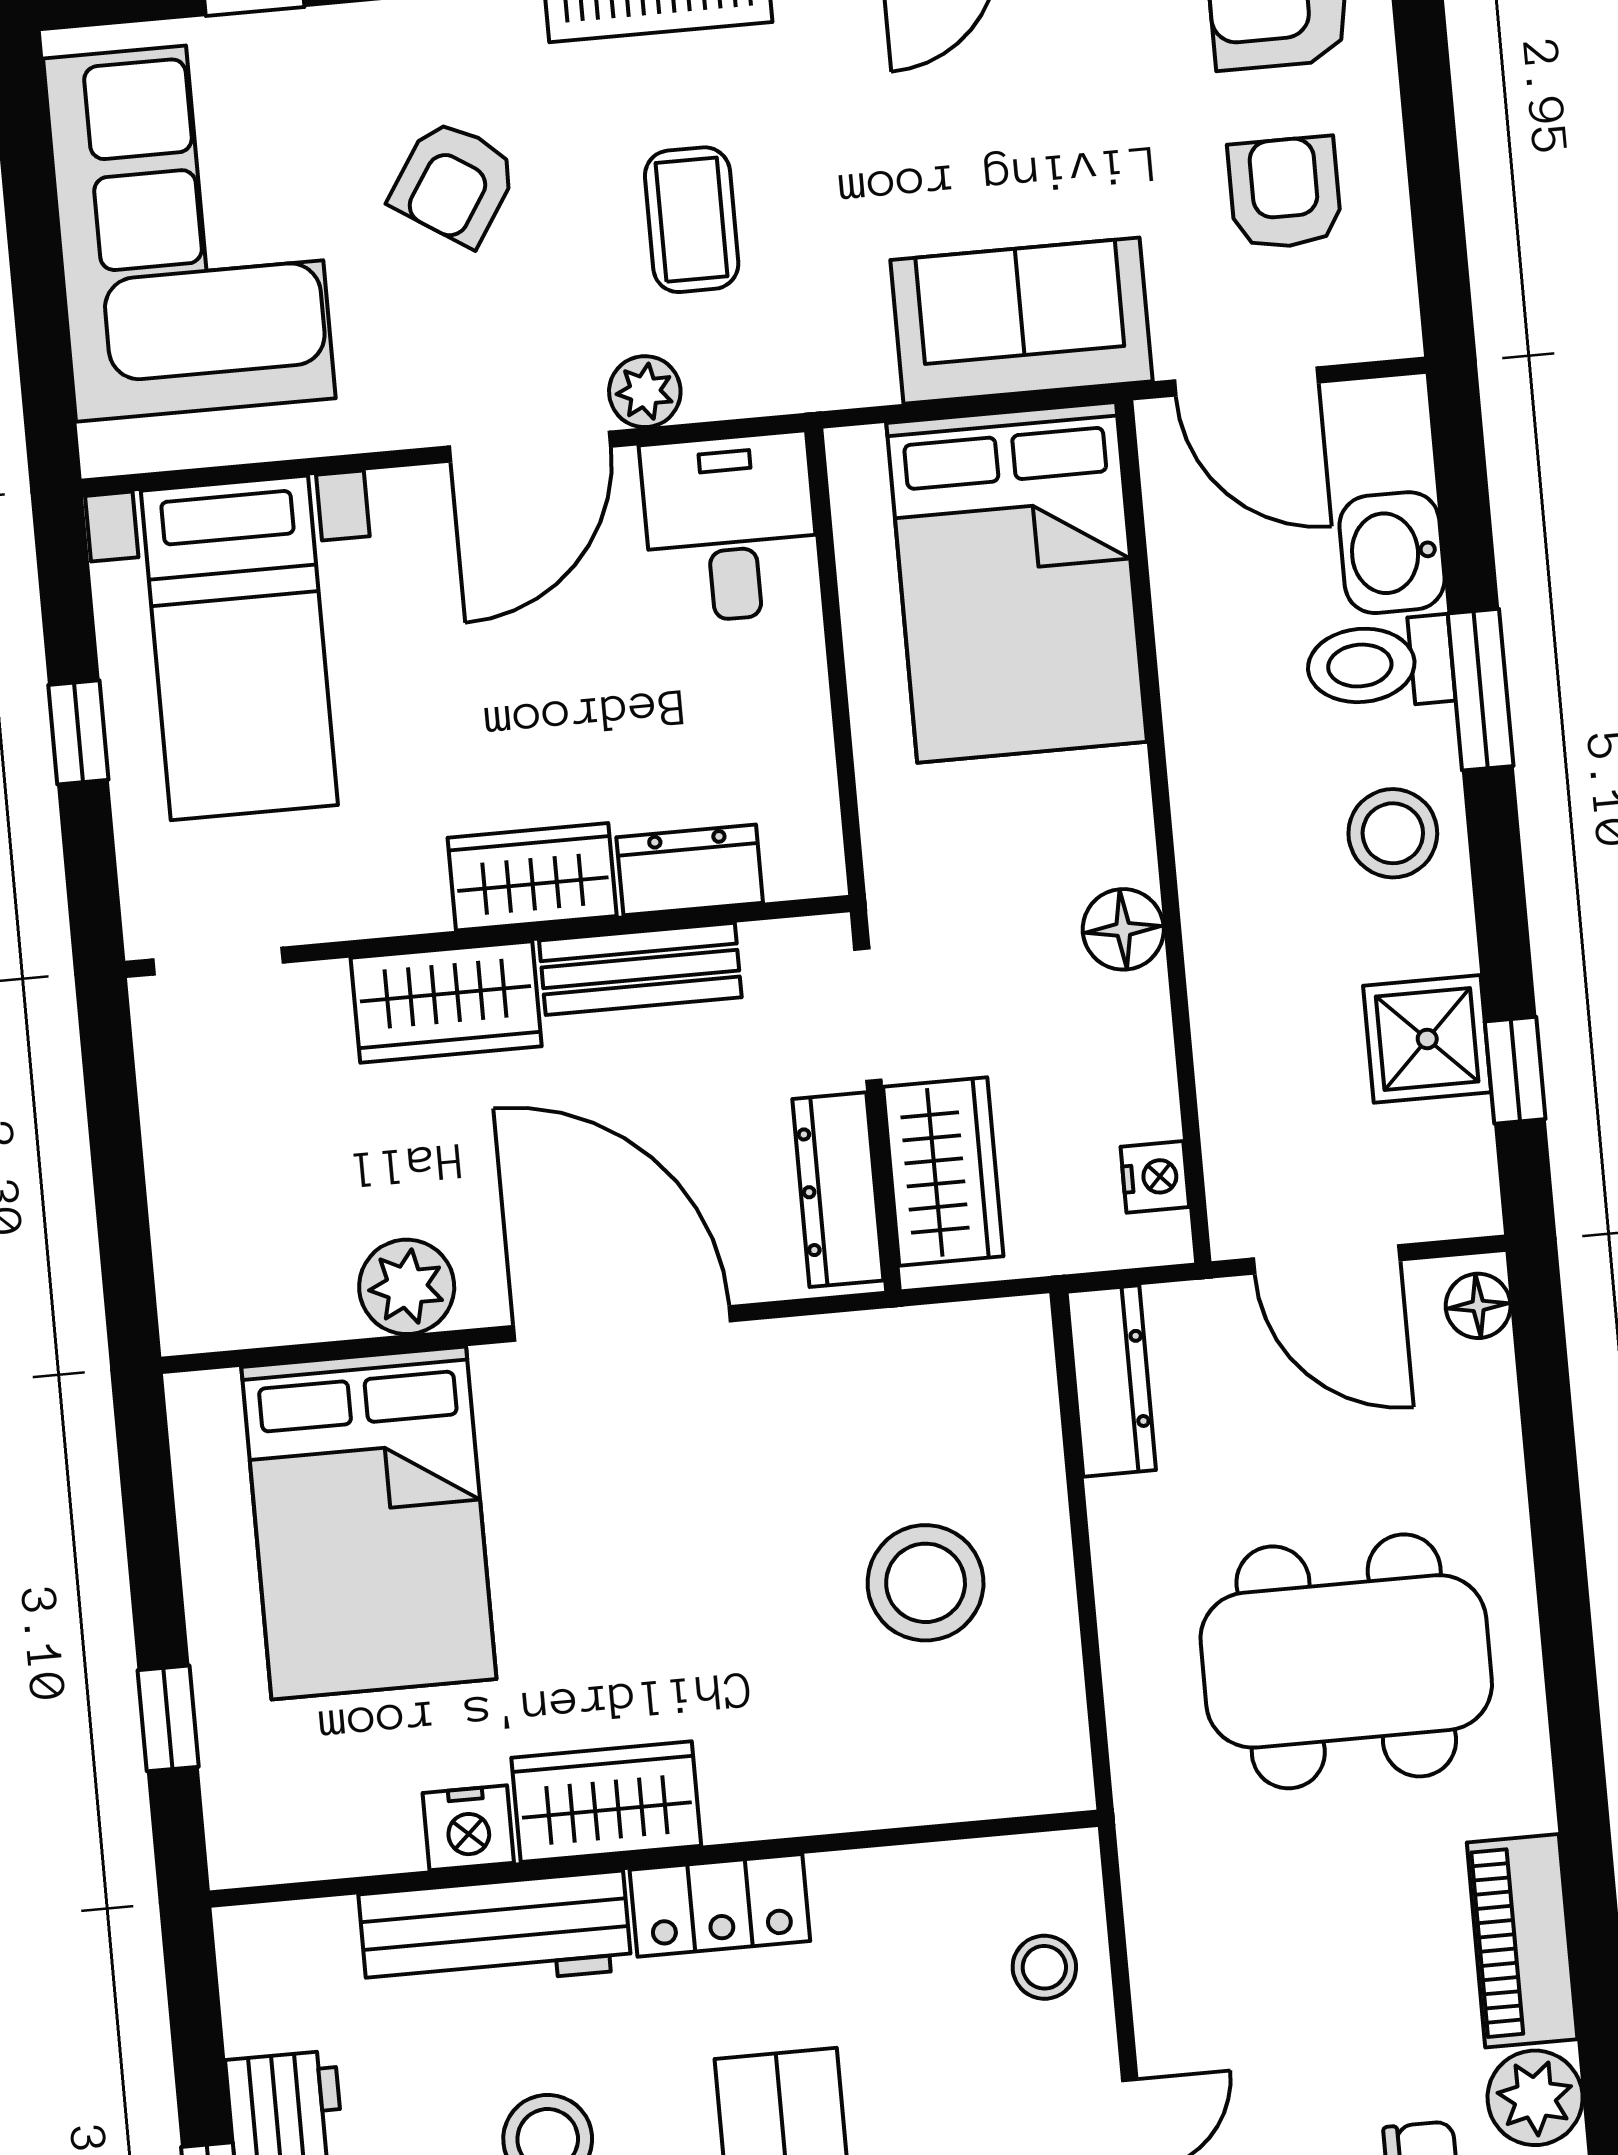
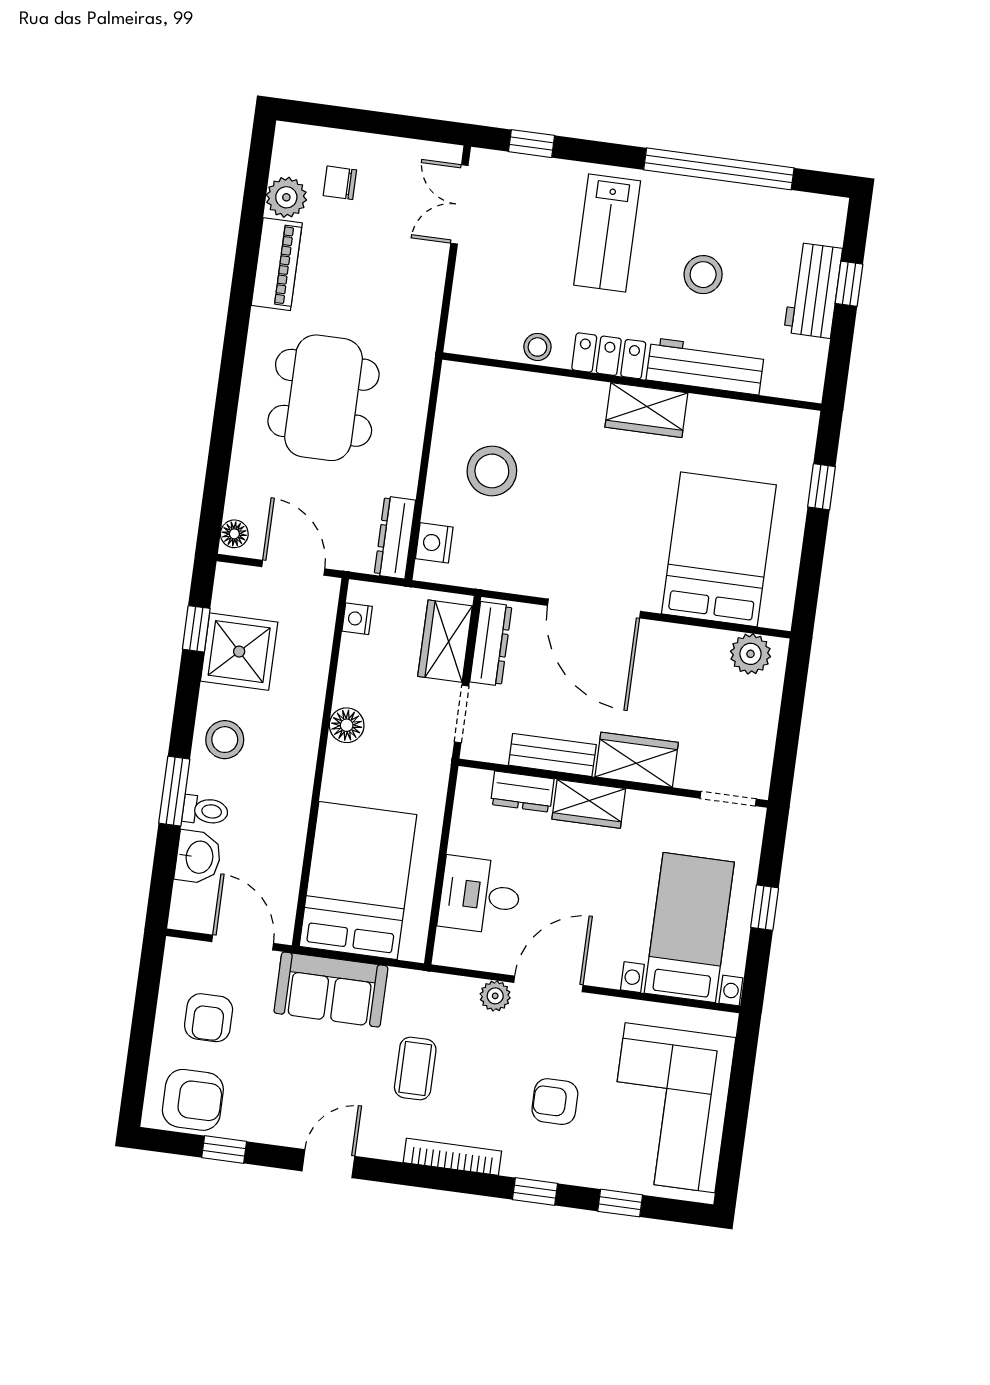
armchair: (454, 183) -> (555, 1102), turned -123
coffee table: (692, 220) -> (415, 1069), moved
desk: (731, 528) -> (480, 895), moved, turned 90
toilet: (1380, 664) -> (205, 811), width x0.73, depth x0.72
shower: (1427, 1039) -> (239, 652), width x1.36, depth x1.36
plant: (407, 1287) -> (751, 654), moved
dining table: (1346, 1661) -> (324, 398), turned 90
nightstand: (468, 1828) -> (434, 543), moved, turned -90
stool: (1044, 1967) -> (537, 347), moved

